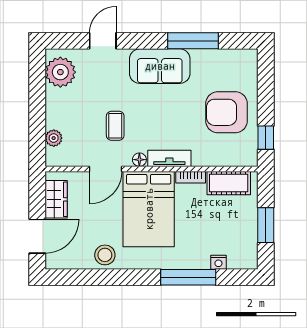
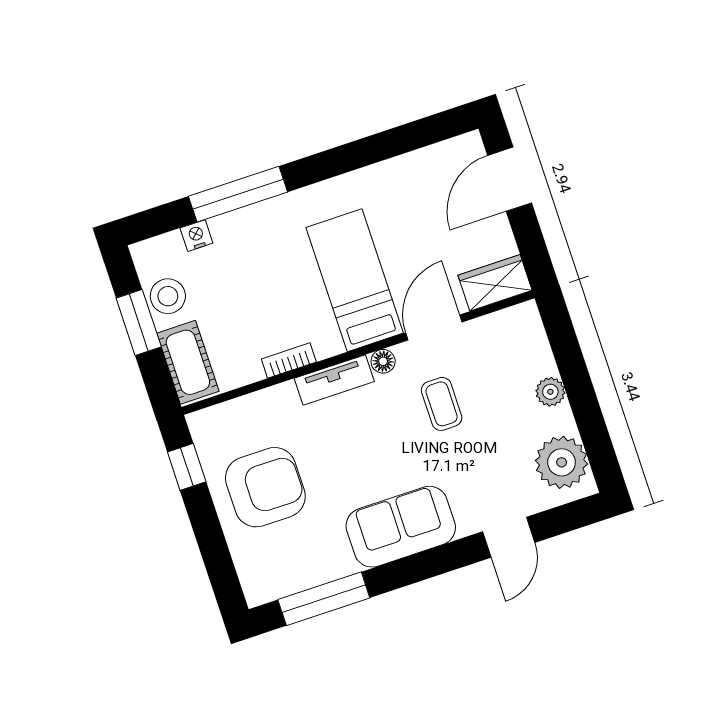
window: (193, 41) -> (324, 599), moved
plant: (54, 138) -> (550, 392), moved
cot: (229, 183) -> (188, 362), moved, turned 90
wardrobe: (56, 199) -> (495, 283), moved, turned 90
bed: (149, 209) -> (355, 280), width x0.67
stool: (105, 255) -> (168, 296), moved

